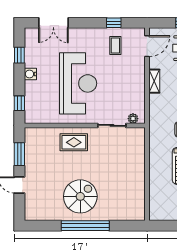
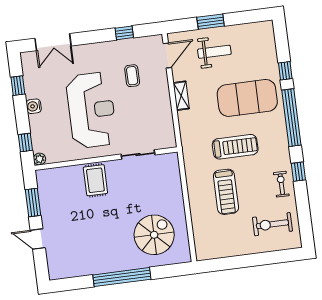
coffee table: (115, 45) -> (132, 76), moved
plant: (133, 119) -> (39, 159), moved
rug: (74, 142) -> (95, 180), turned 90
spiral stairs: (80, 196) -> (154, 235), moved

